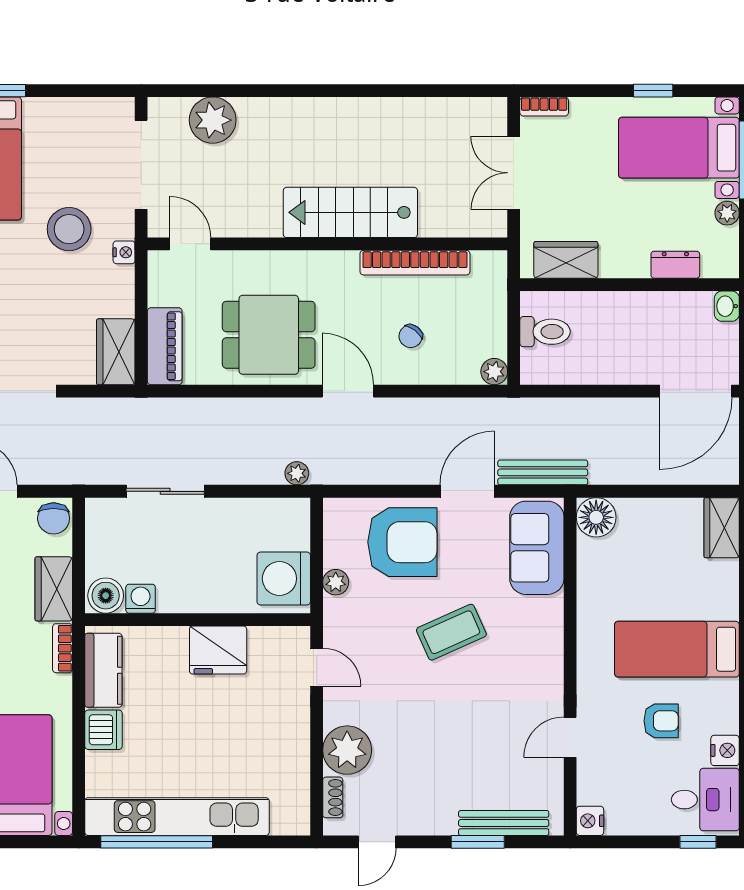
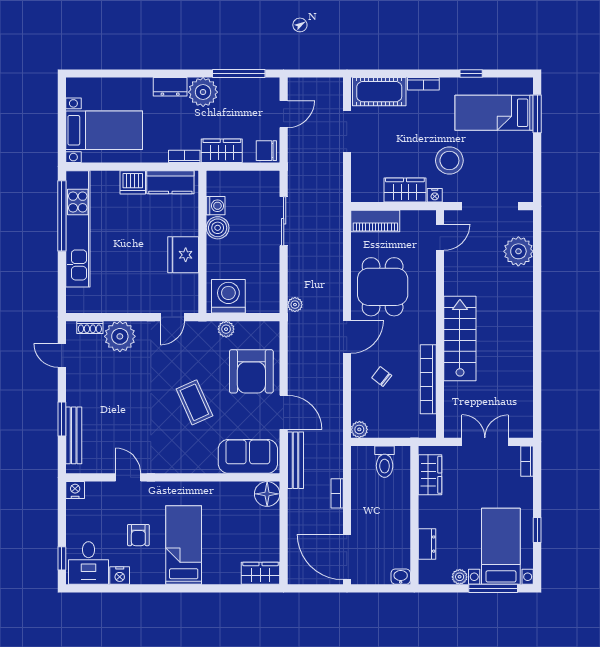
wardrobe: (116, 352) -> (405, 190), moved
bookcase: (595, 407) -> (337, 493), added
boiler: (106, 596) -> (218, 228), moved

